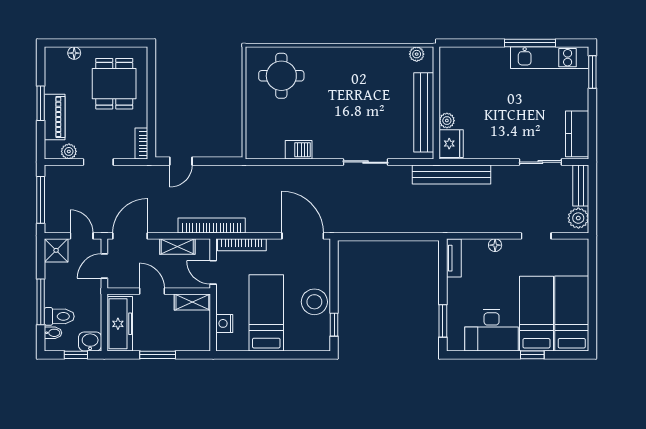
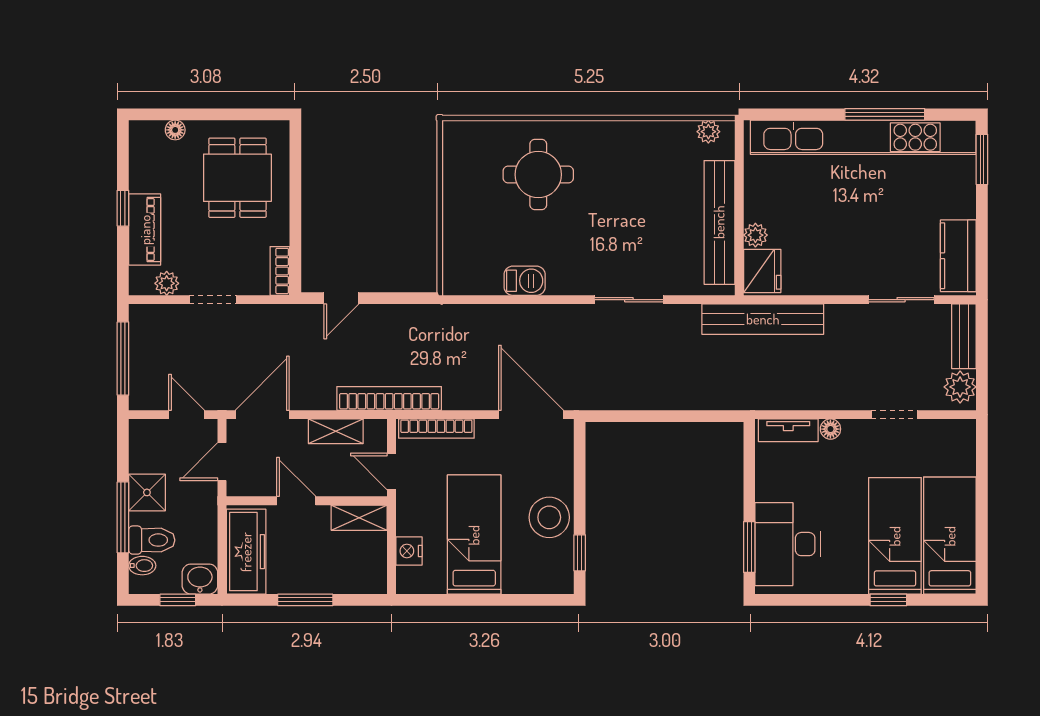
kitchen unit: (550, 58) -> (863, 137), width x1.86
round table: (281, 76) -> (538, 175), moved
window: (41, 103) -> (123, 208), width x0.67
shower: (56, 250) -> (147, 492), moved
tv unit: (454, 258) -> (788, 430), moved, turned 90
desk: (492, 330) -> (788, 544), moved, turned 90

